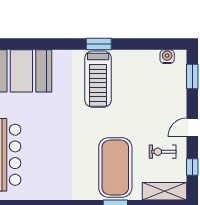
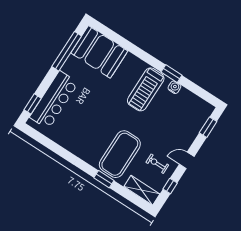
window: (99, 44) -> (171, 74), moved
water cooler: (167, 57) -> (174, 87), moved

